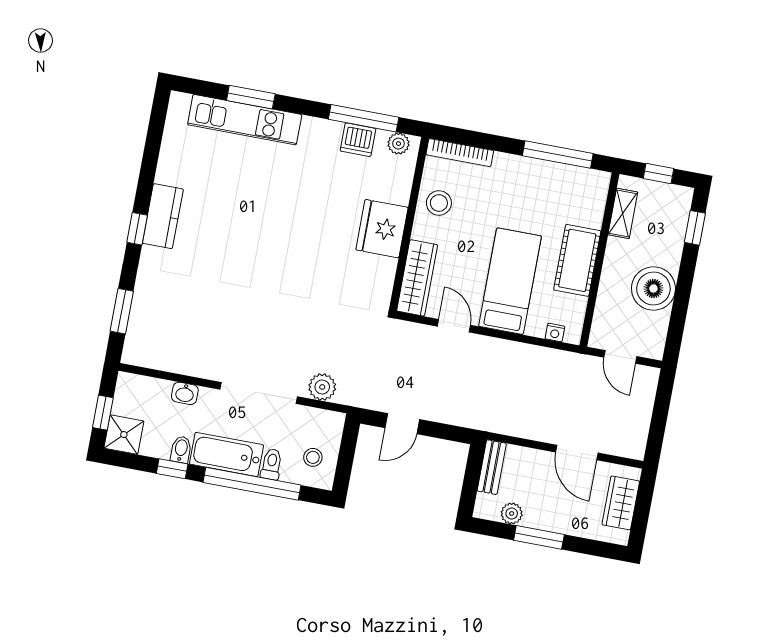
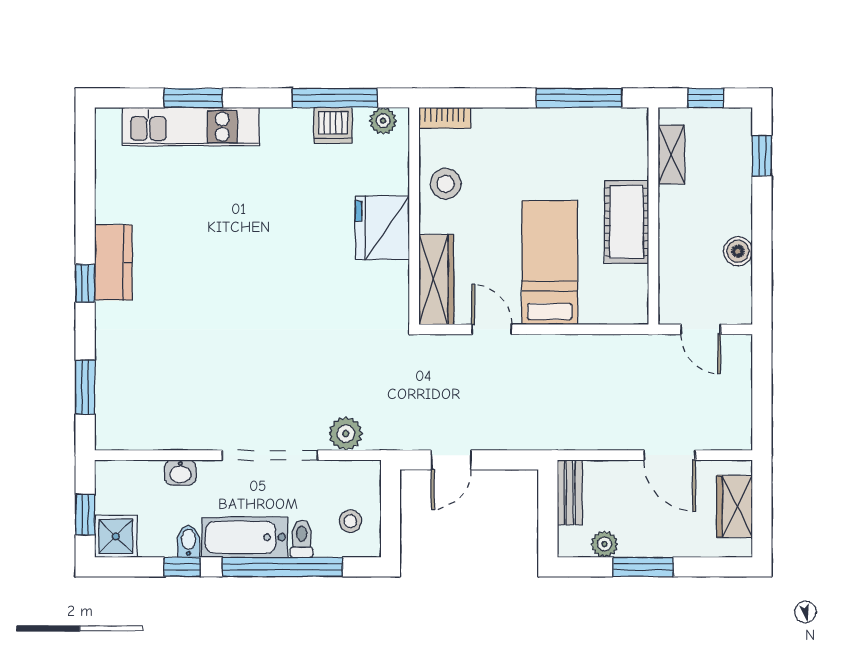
bookcase: (460, 153) -> (445, 118), width x0.64
boiler: (653, 289) -> (738, 251), width x0.54, depth x0.54
nightstand: (555, 333) -> (616, 315), removed

